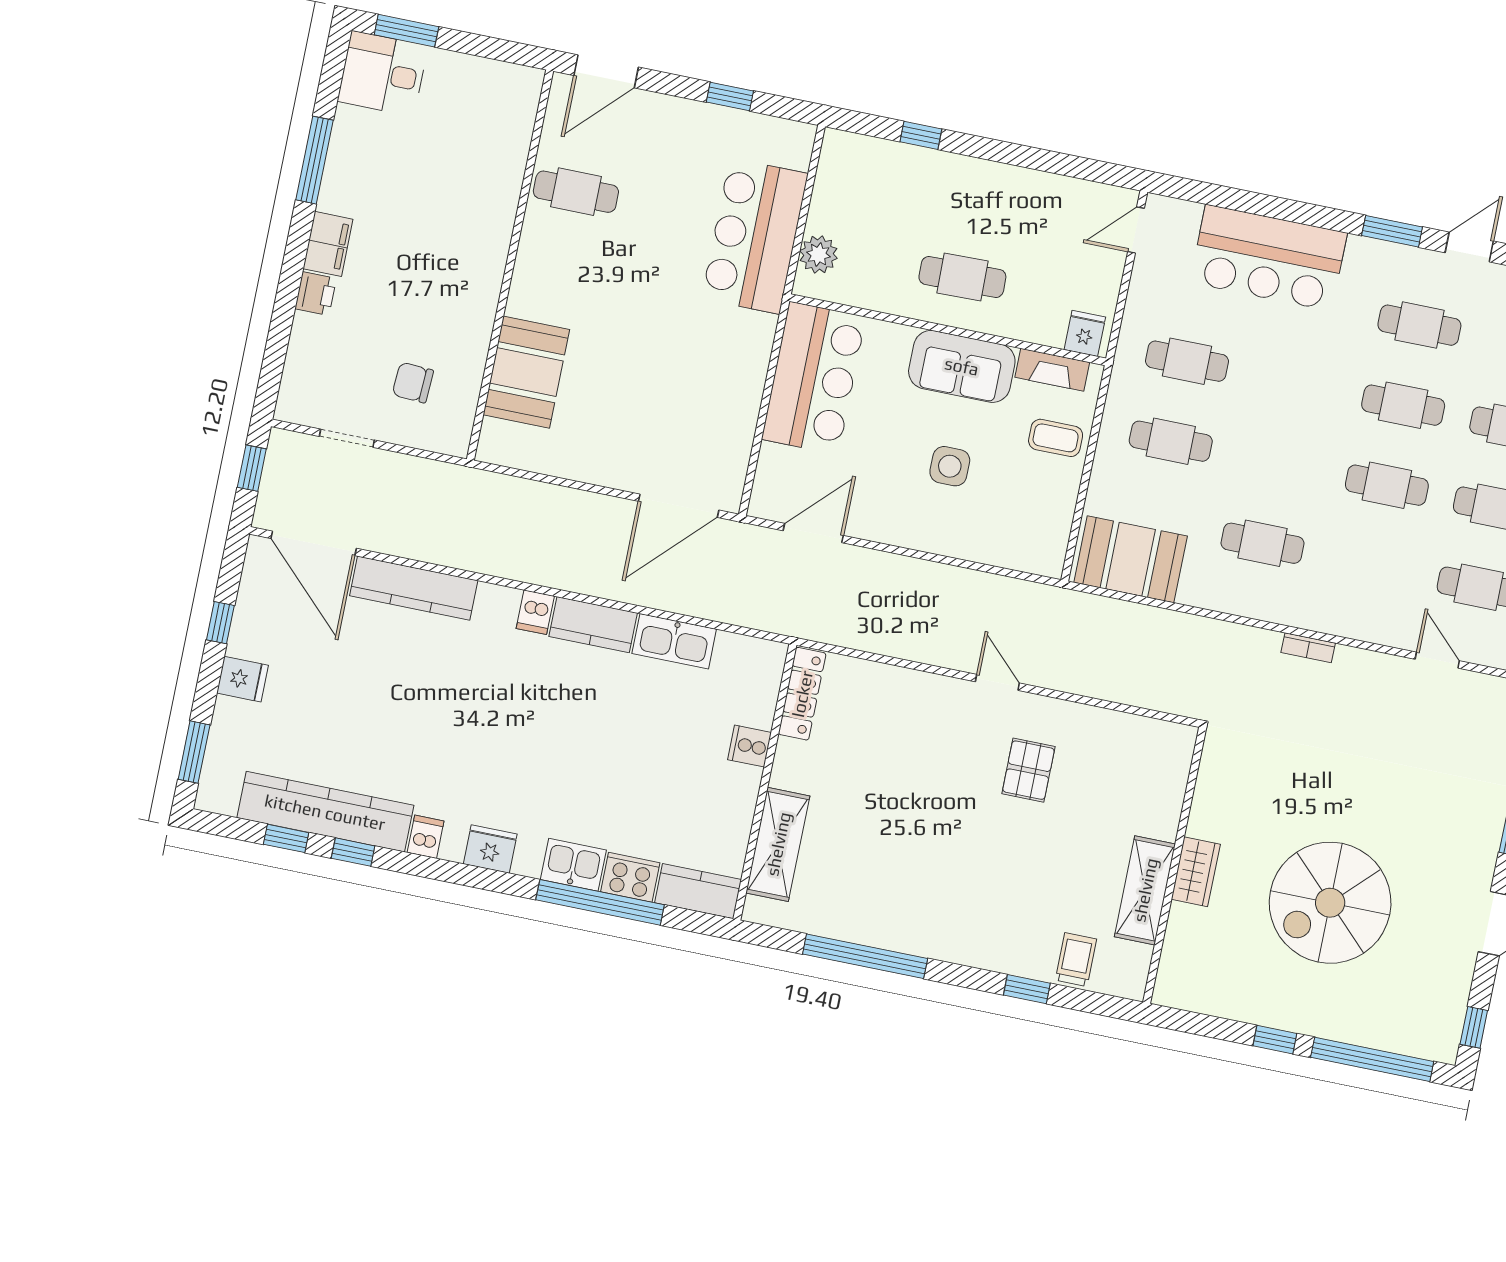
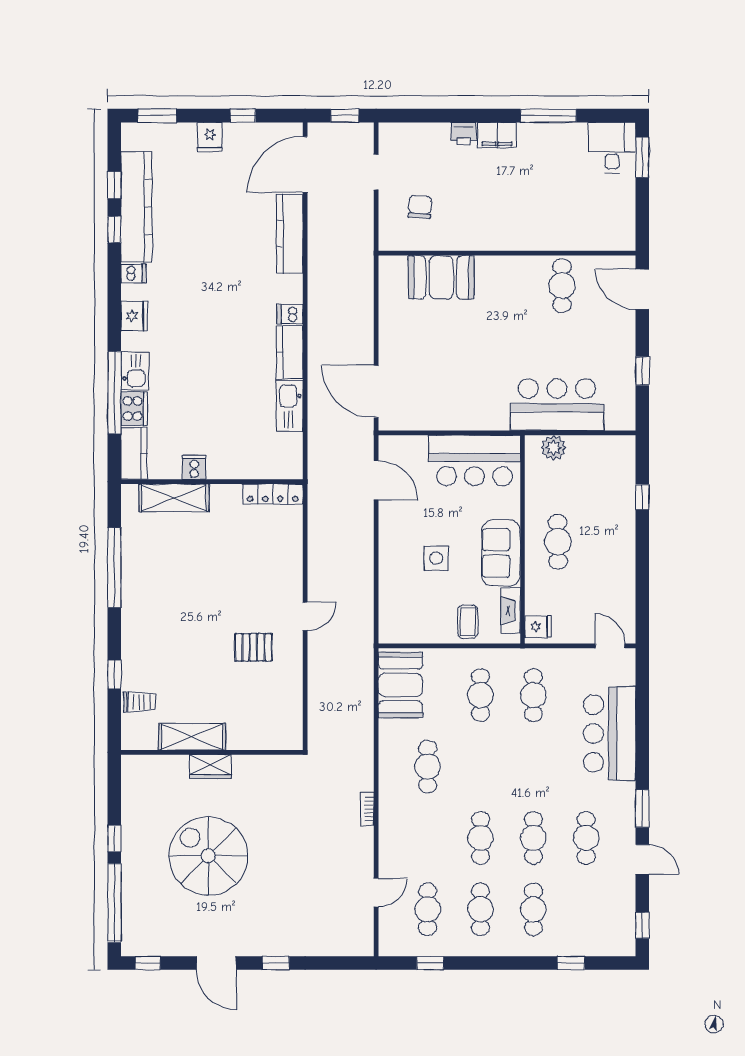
cooker: (750, 746) -> (194, 467), moved

